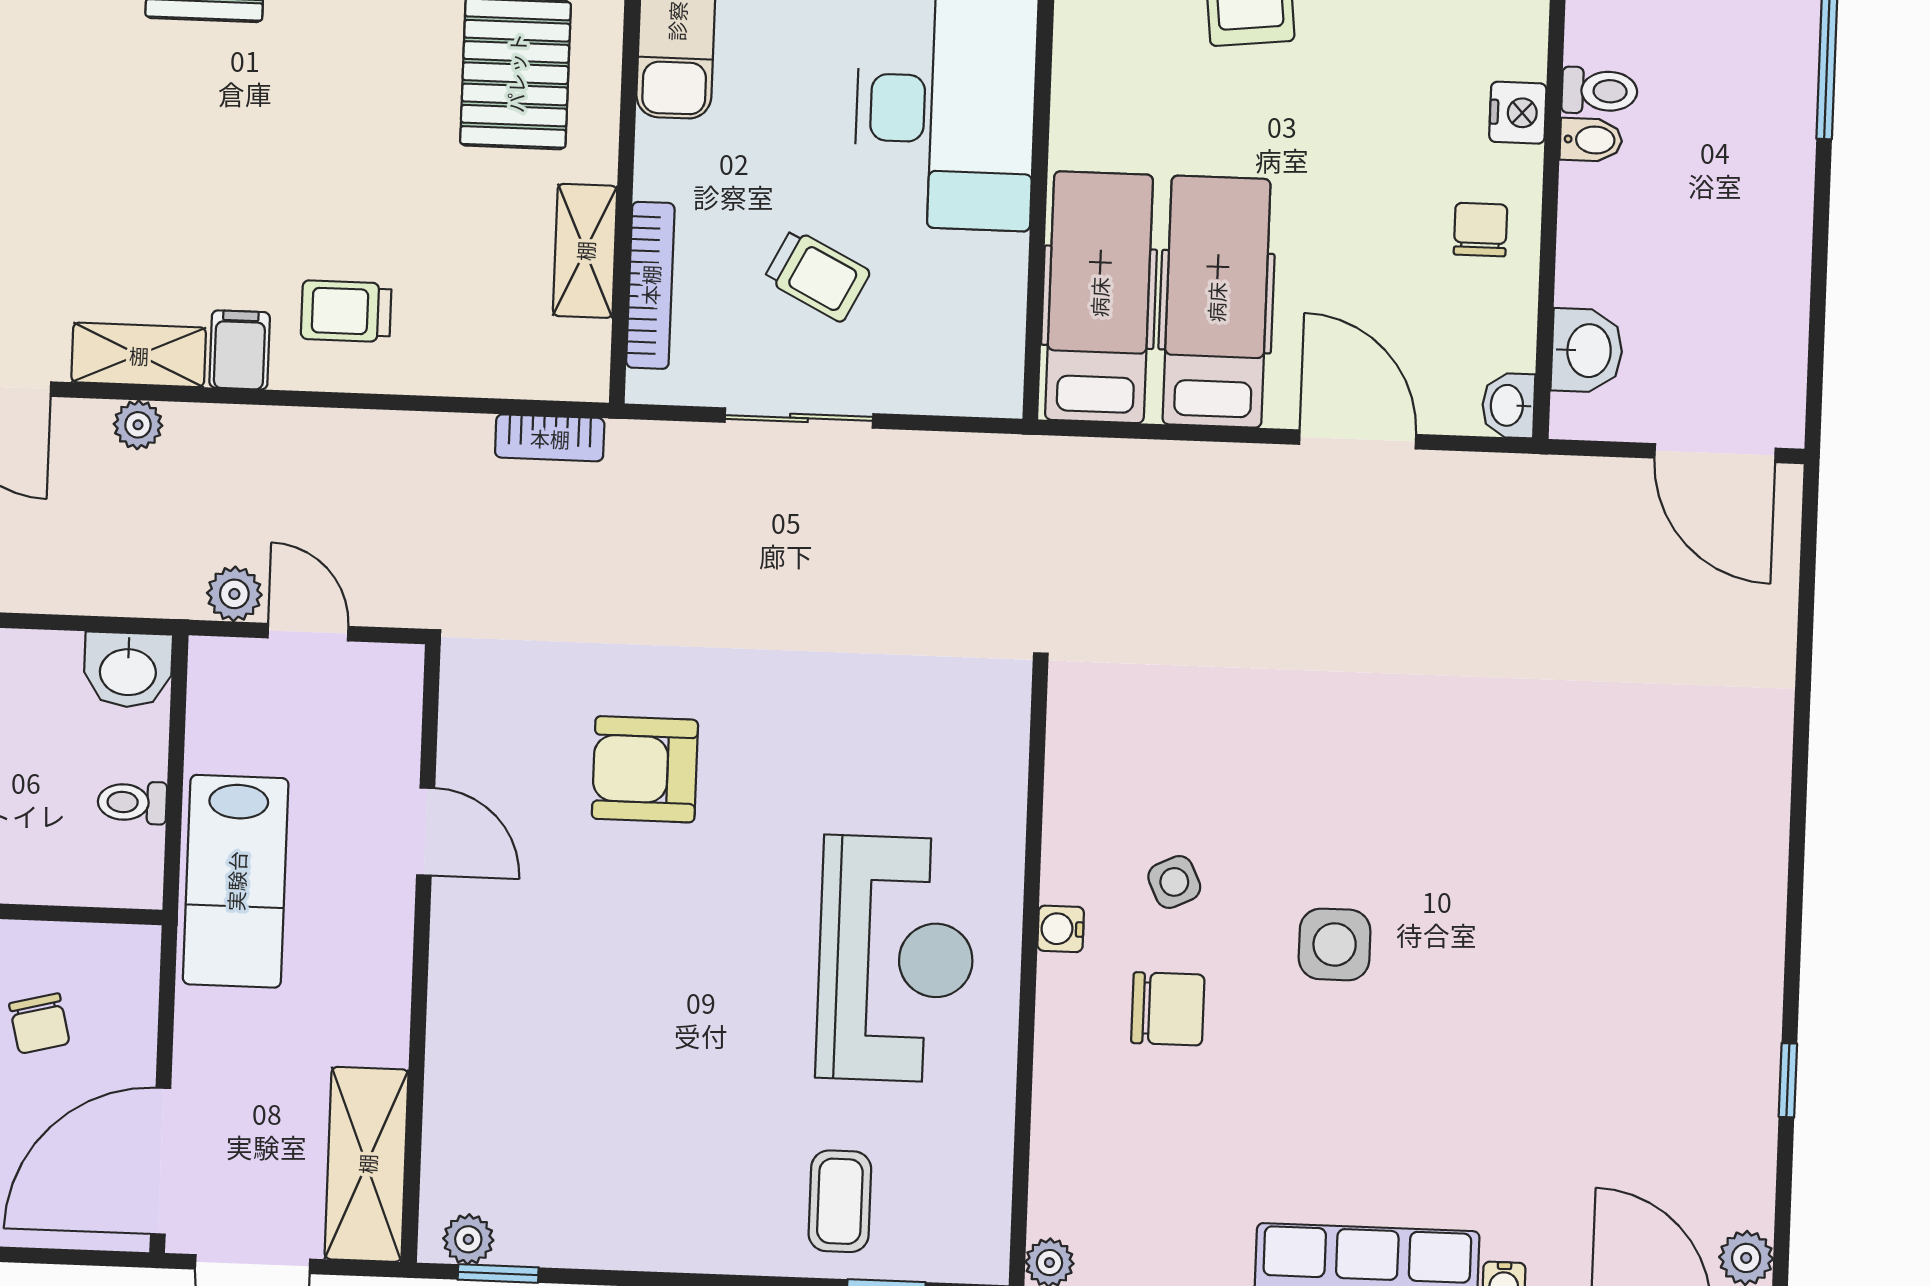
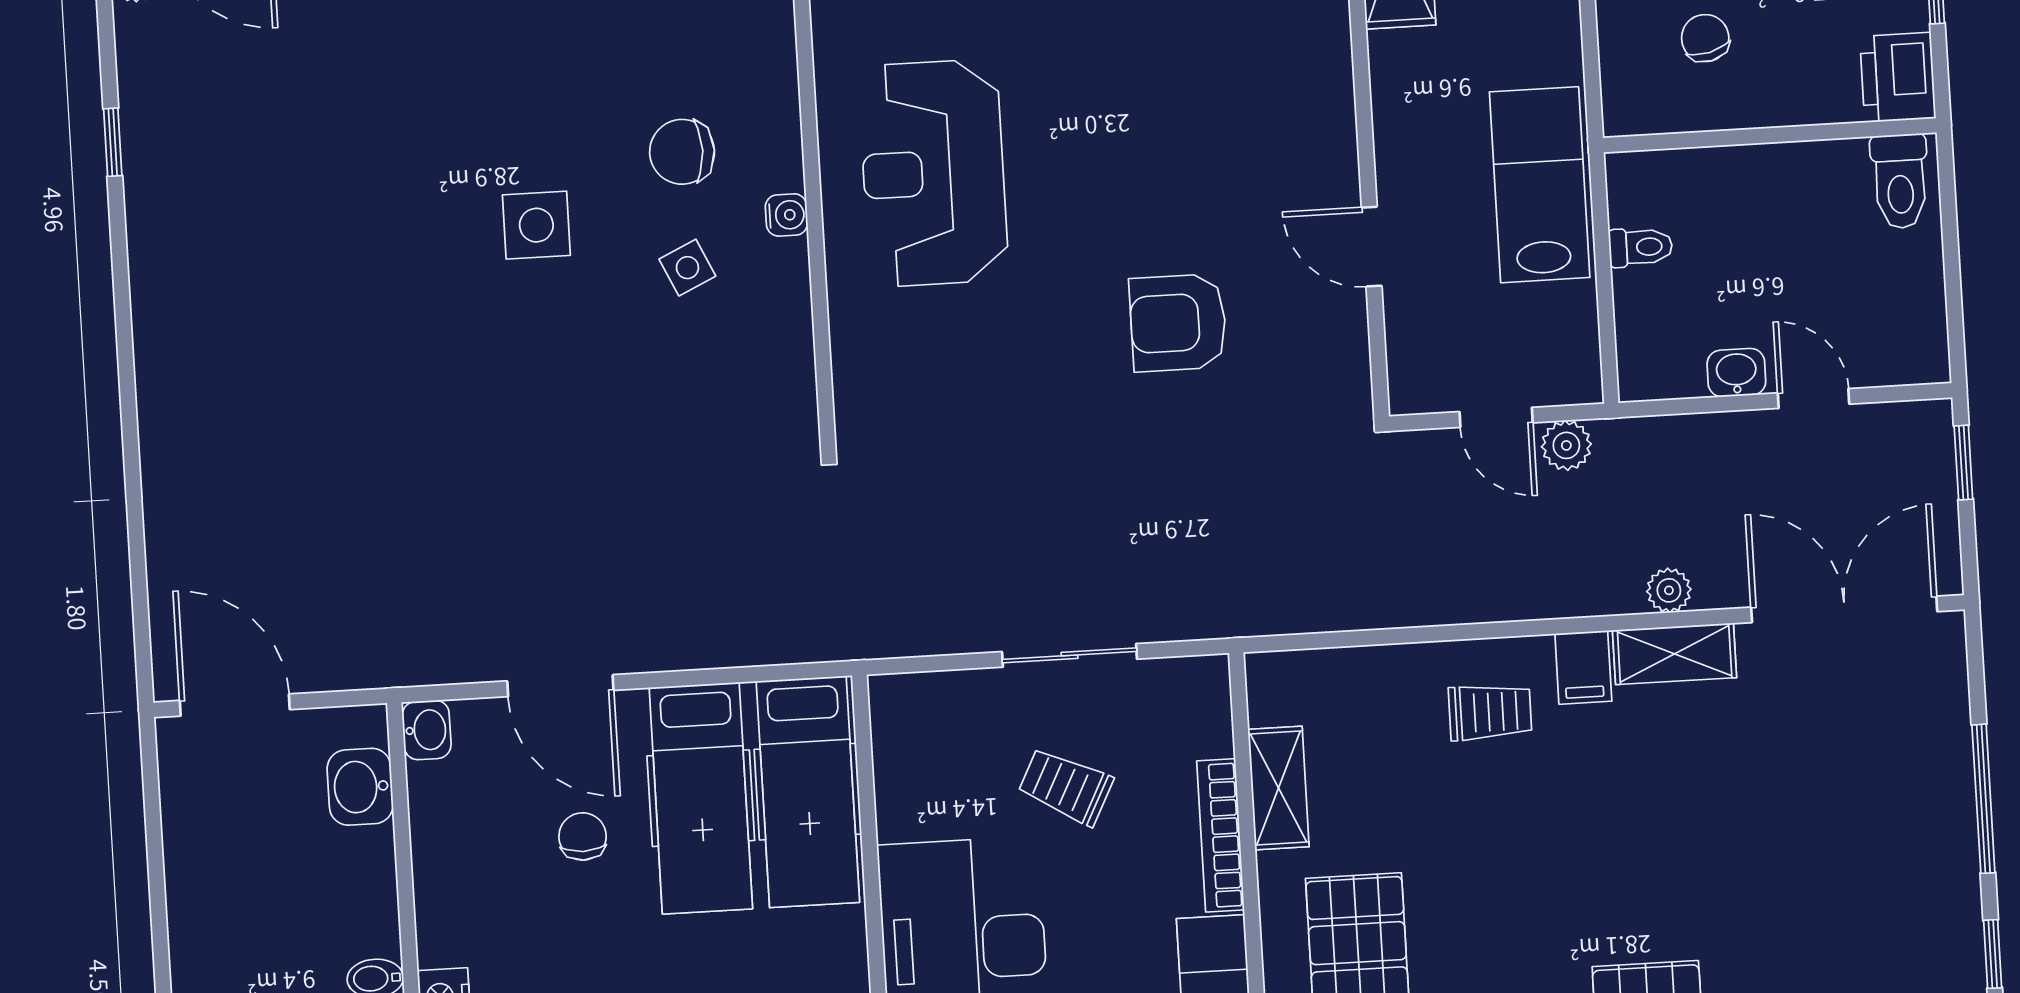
chair: (1480, 230) -> (583, 836), moved, turned 180
bookcase: (650, 285) -> (1221, 835), moved
bookcase: (550, 438) -> (1294, 615), removed
washbasin: (128, 670) -> (1736, 373), moved, width x0.72, depth x0.69
armchair: (645, 769) -> (1178, 323), turned 180

